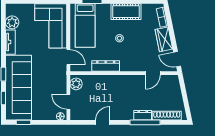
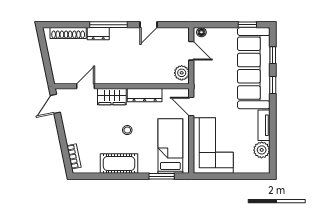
wardrobe: (164, 39) -> (112, 97), moved, turned 102
door: (177, 59) -> (55, 104), swing flipped
window: (145, 122) -> (108, 25), moved

